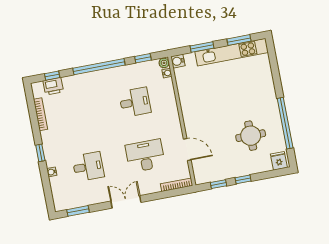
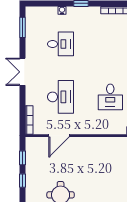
desk: (88, 167) -> (61, 44), turned -90
double door: (126, 202) -> (23, 72), swing flipped

